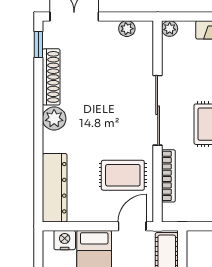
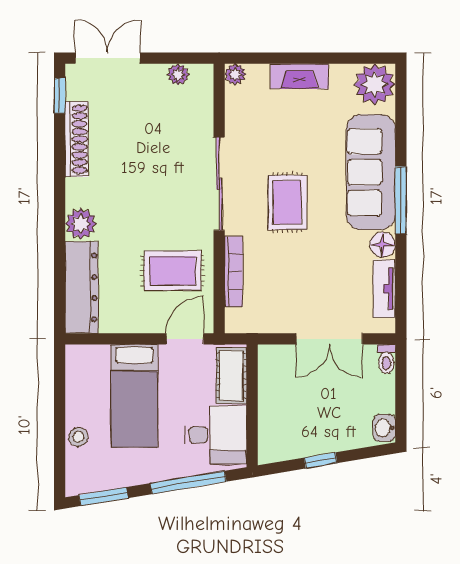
plant: (54, 119) -> (81, 224), moved
nightstand: (65, 240) -> (95, 357), removed

